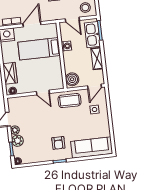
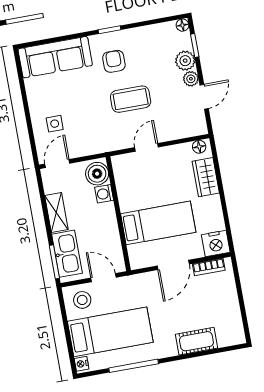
washing machine: (66, 46) -> (104, 194), moved
door: (43, 93) -> (146, 147), hinge flipped
coffee table: (70, 101) -> (131, 99), moved

